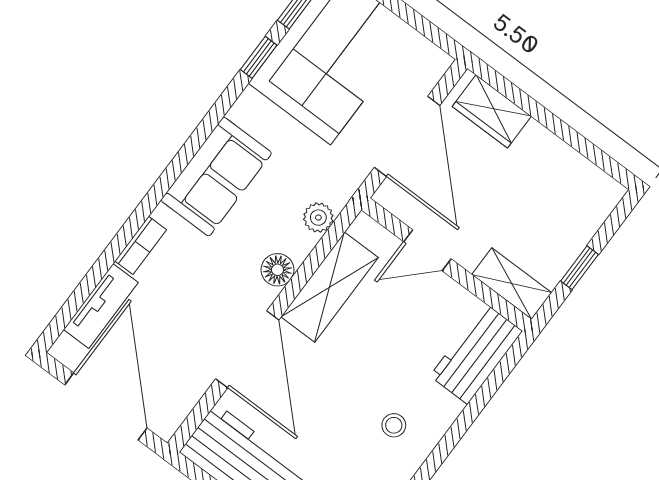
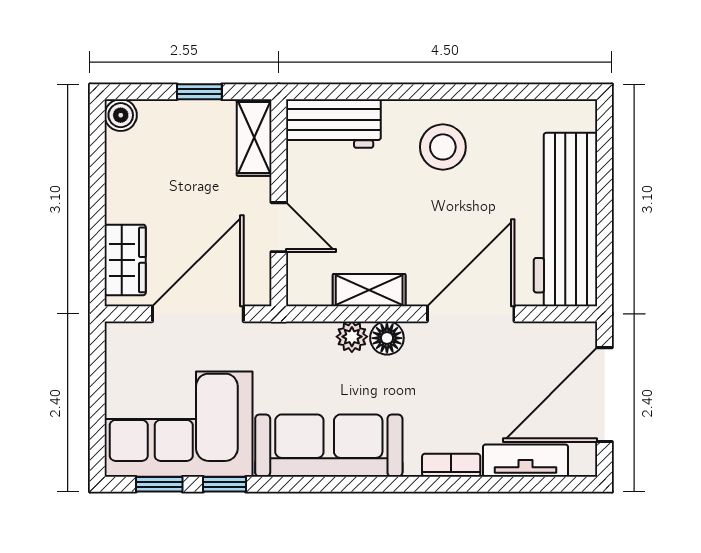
sofa: (216, 177) -> (329, 446), width x1.36
boiler: (607, 193) -> (121, 115), added
plant: (318, 218) -> (352, 337), moved
shelving: (330, 287) -> (369, 290), width x0.67, depth x0.75
stool: (394, 425) -> (443, 147), width x1.89, depth x1.89

